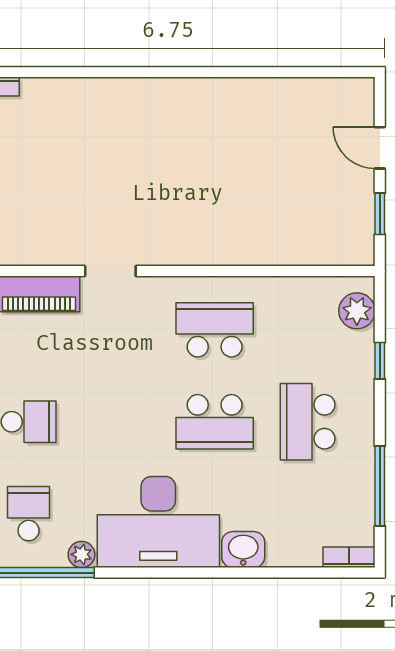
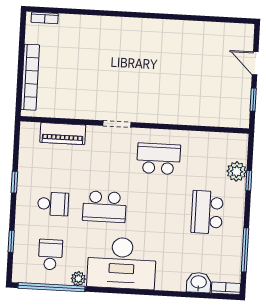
doorway: (110, 271) -> (117, 124), moved
plant: (357, 311) -> (237, 171), moved
school desk: (215, 422) -> (104, 207), moved
washbasin: (243, 550) -> (199, 283), moved

